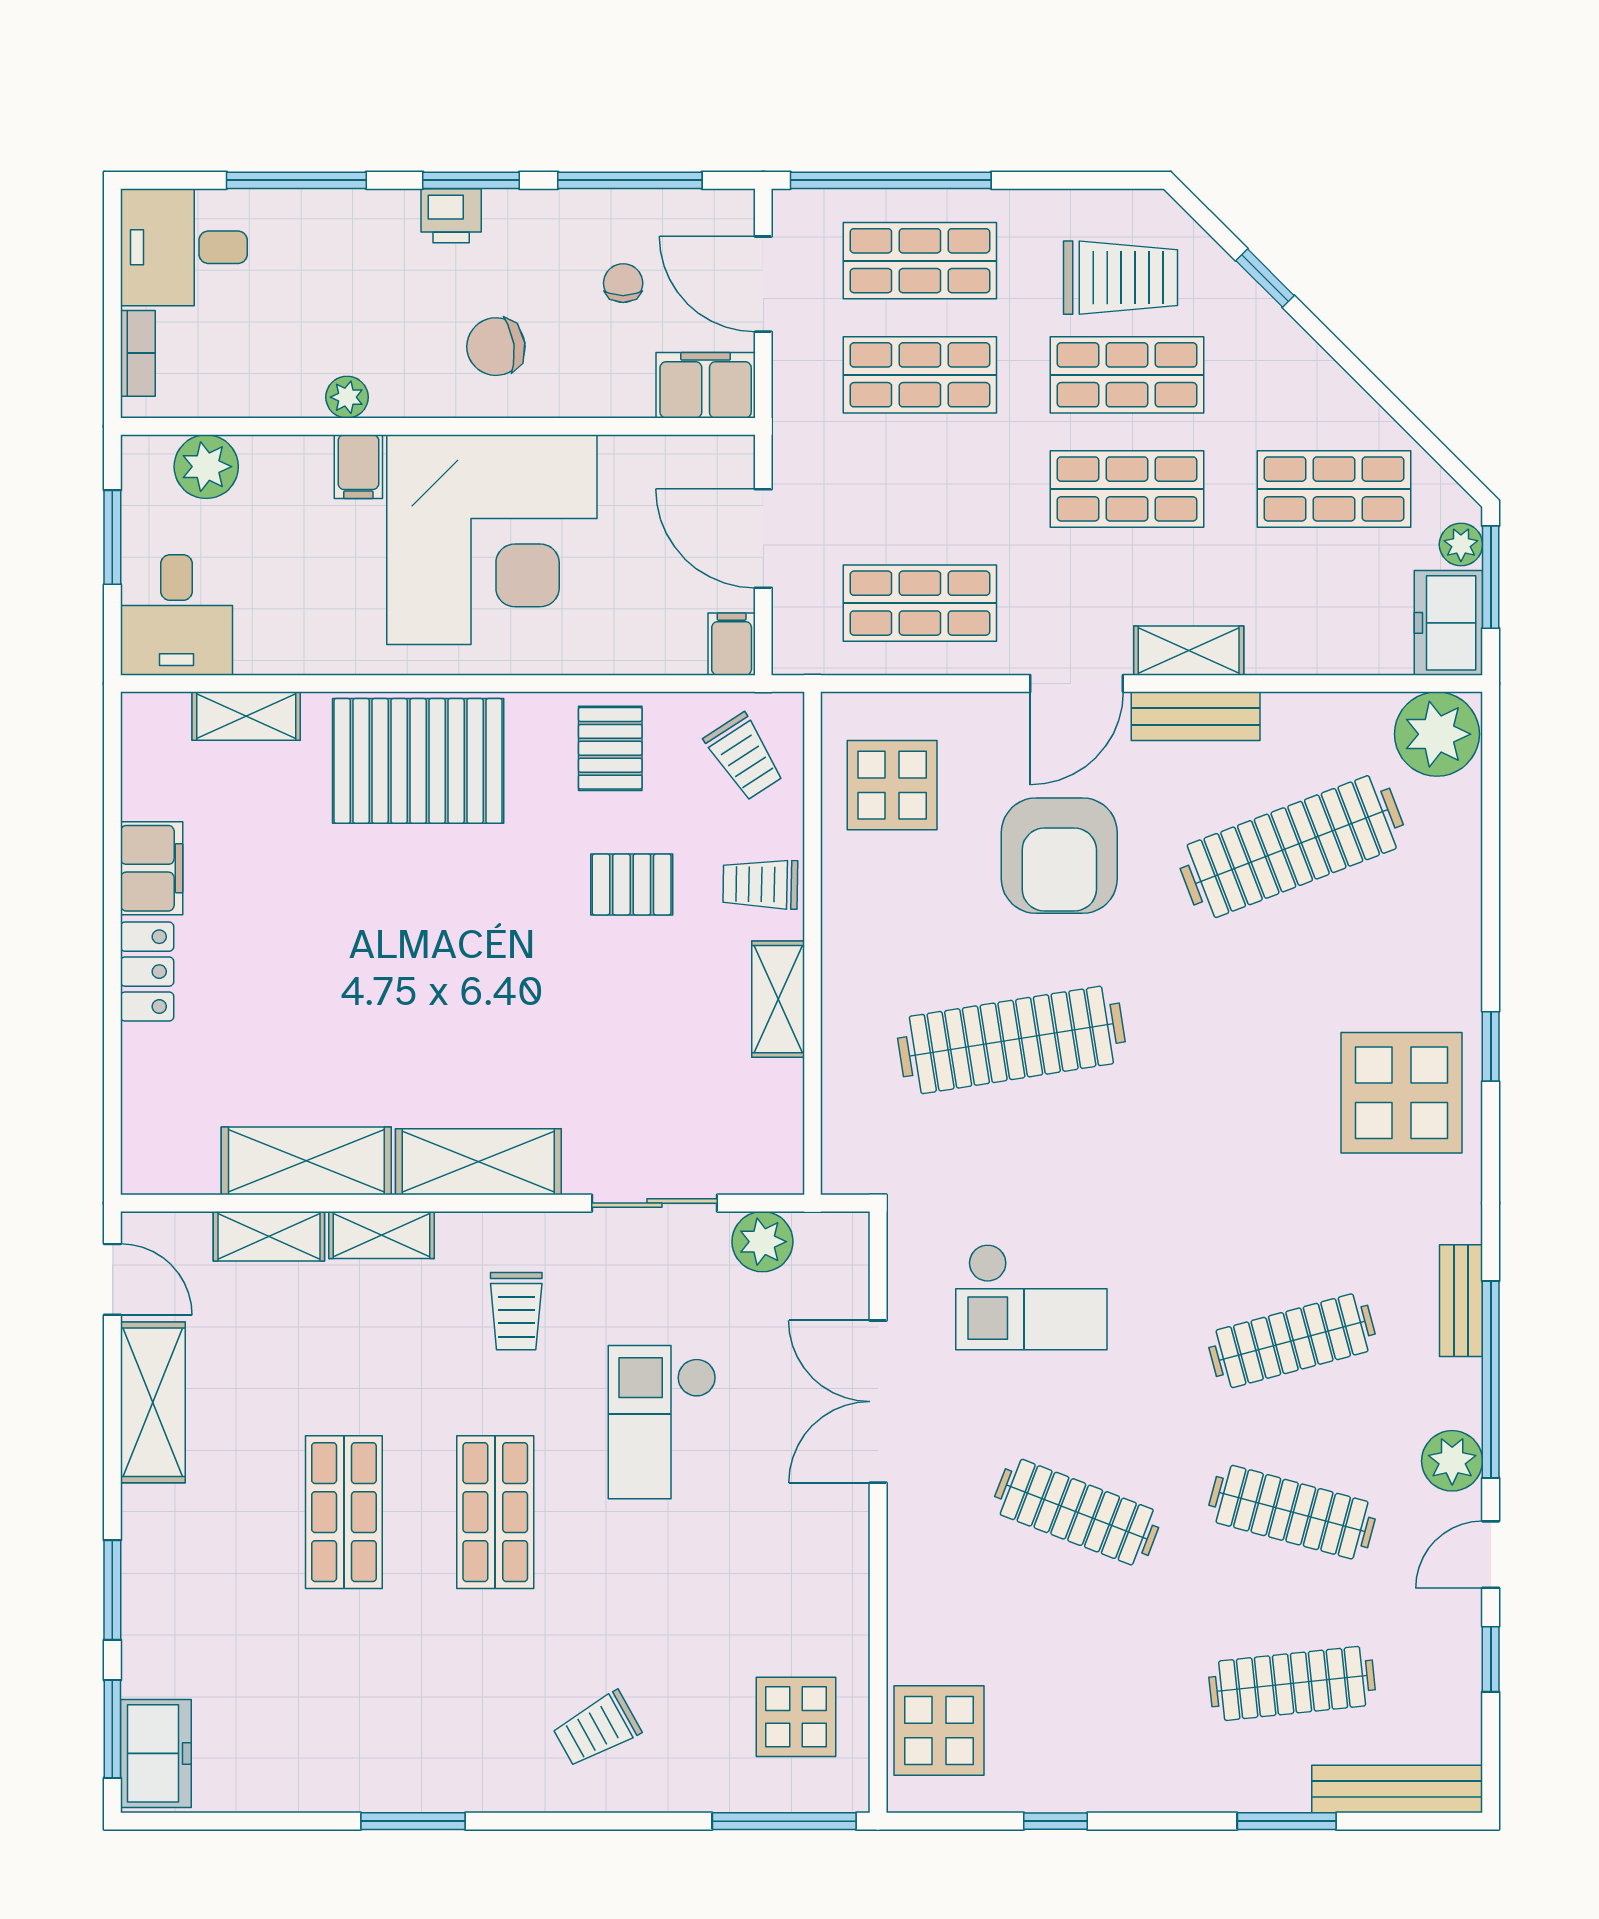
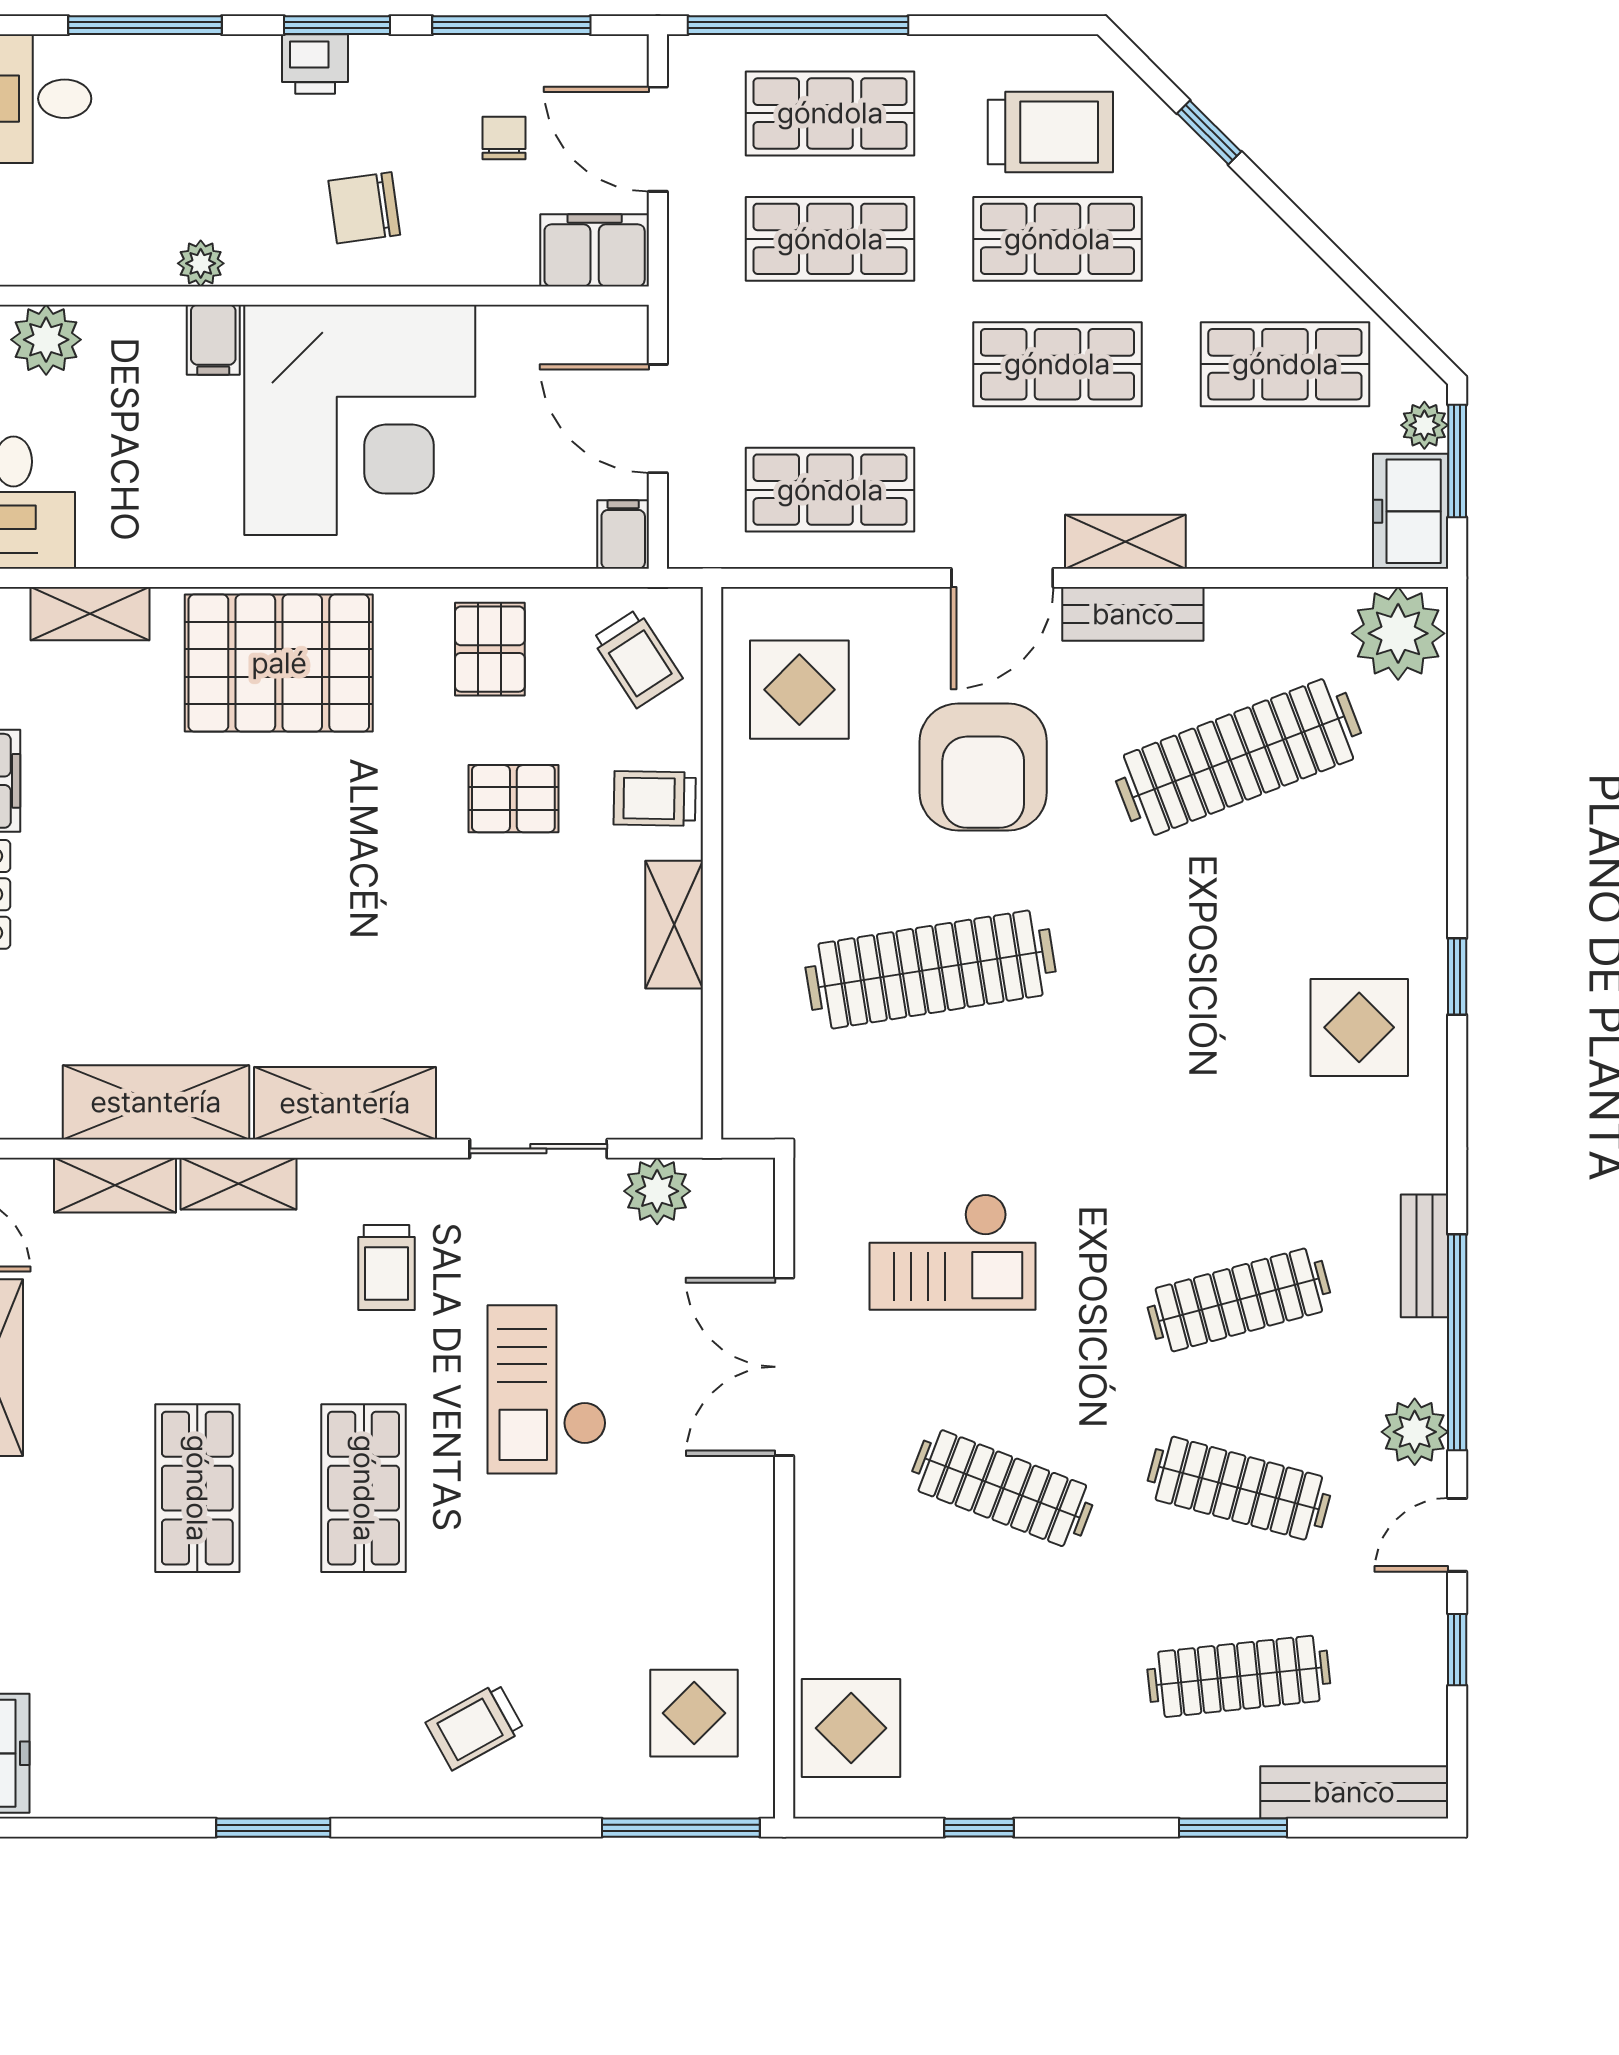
display table: (1402, 1093) -> (1359, 1027), width x0.73, depth x0.73

